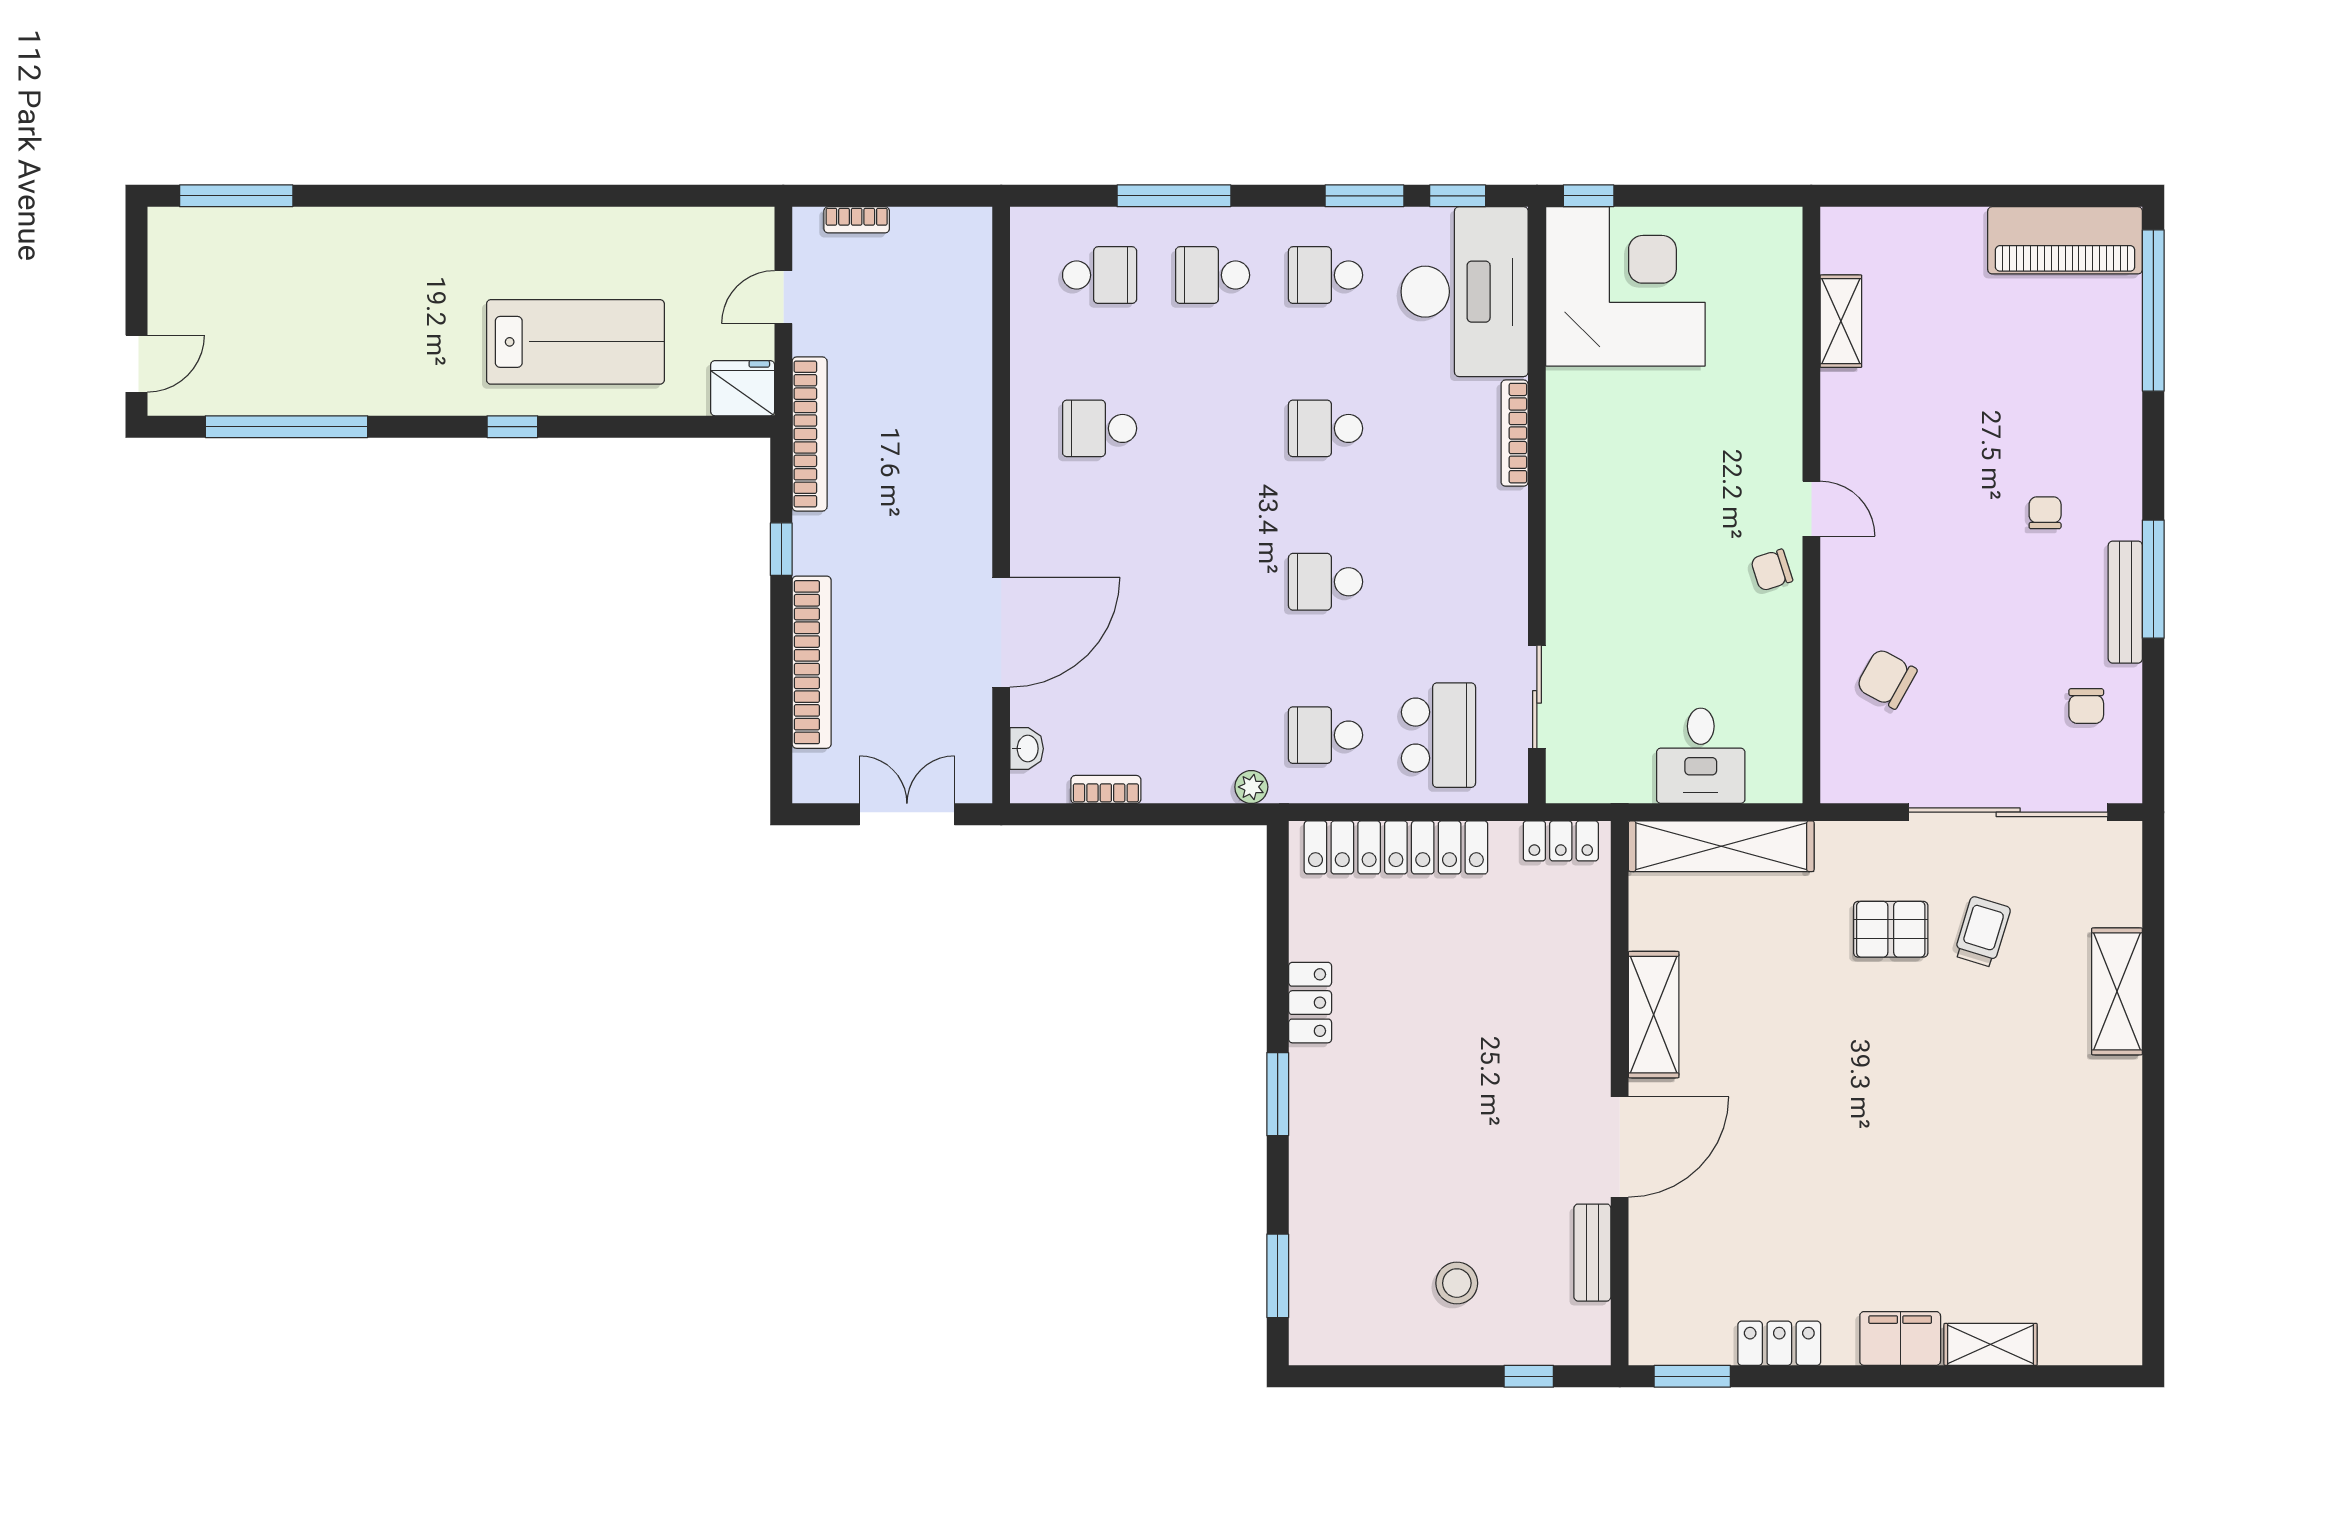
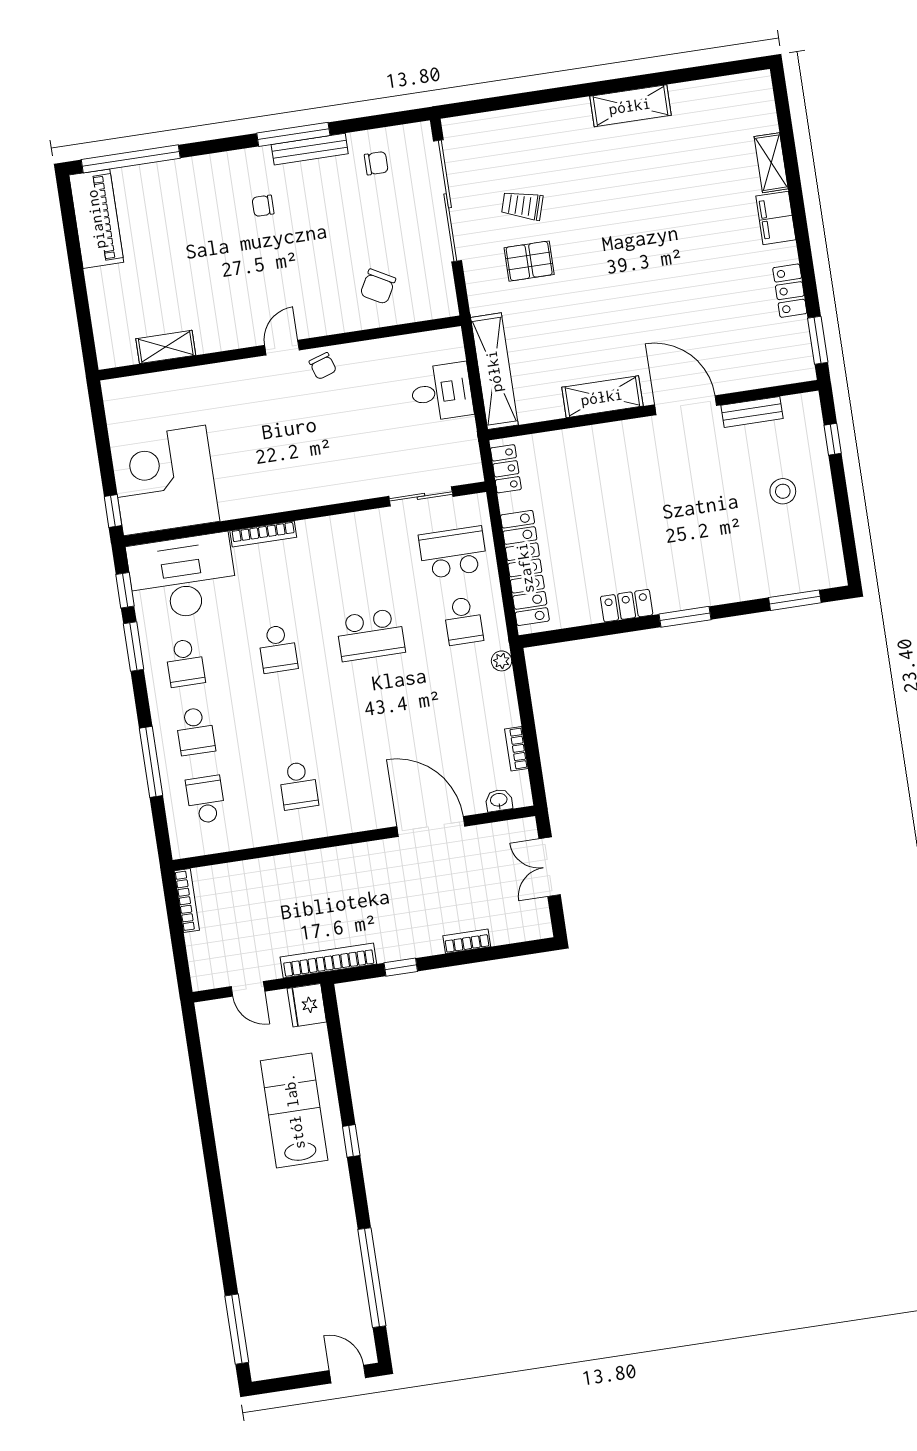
bookcase: (857, 220) -> (187, 900), moved, width x1.56
school desk: (1326, 582) -> (371, 635), width x1.85
bookcase: (812, 662) -> (467, 941), width x0.43, depth x0.76
pallet: (1891, 929) -> (529, 261), turned 90
shelving: (2117, 991) -> (630, 106), moved

